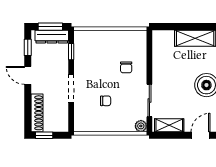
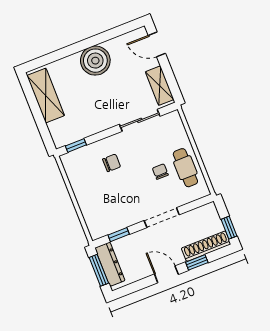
window: (149, 46) -> (76, 145), added
window: (28, 47) -> (197, 262), moved
door: (28, 75) -> (166, 274), swing flipped
cafe table: (101, 120) -> (185, 168), added
plant: (141, 126) -> (174, 119), removed

